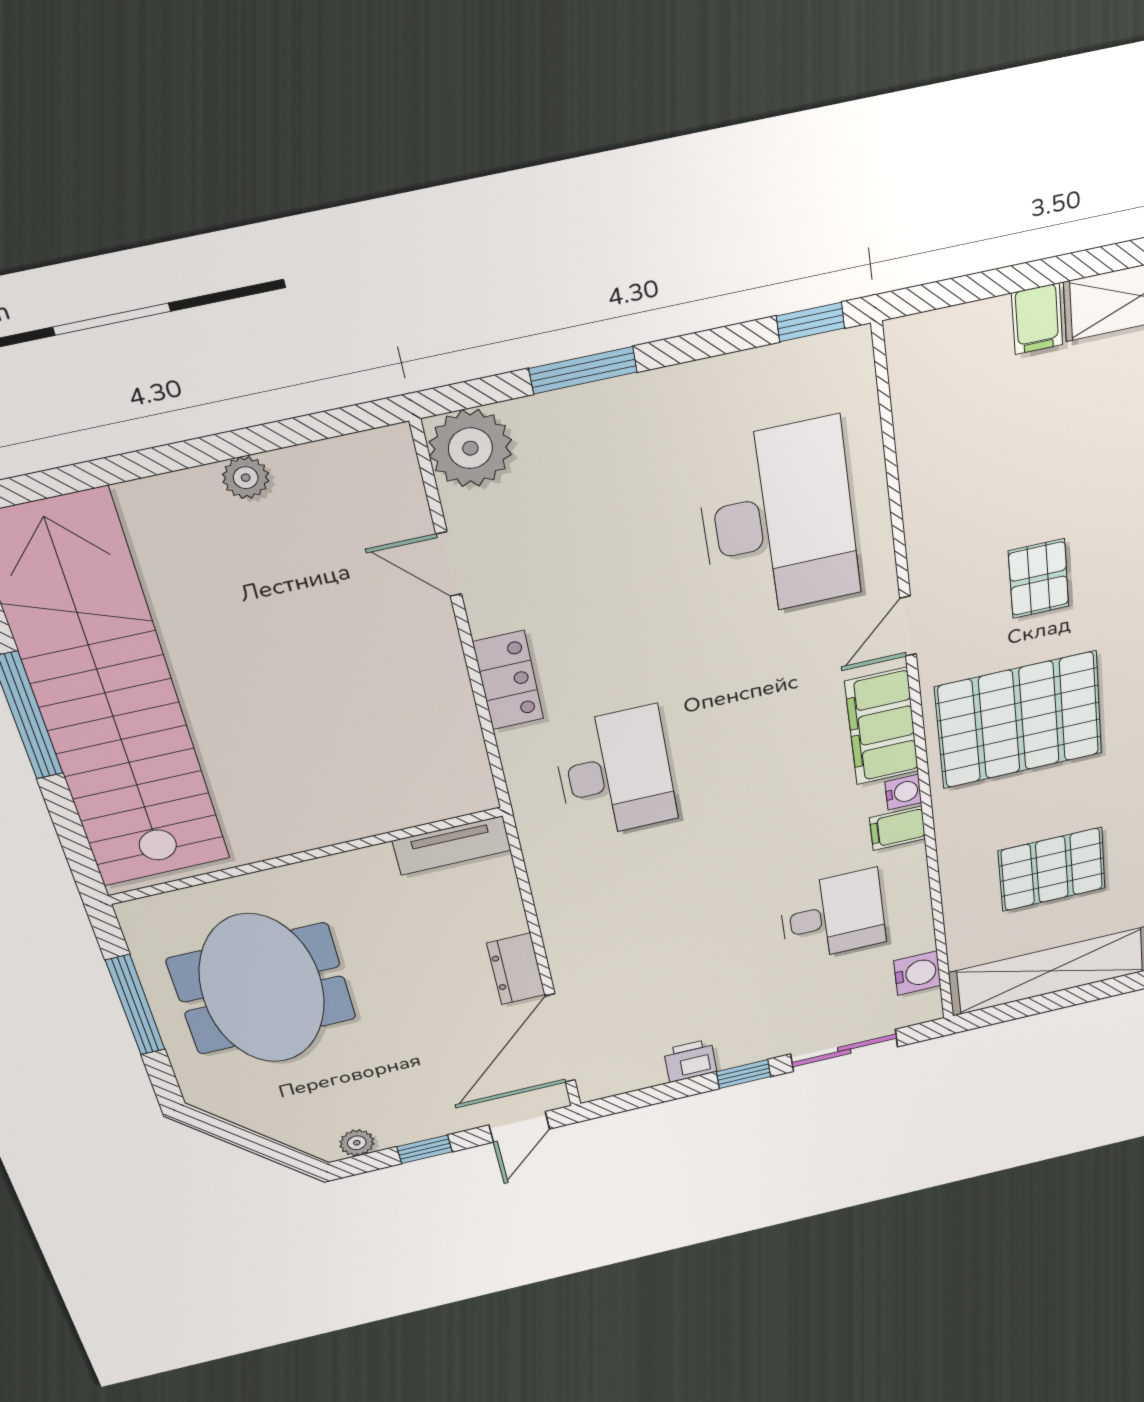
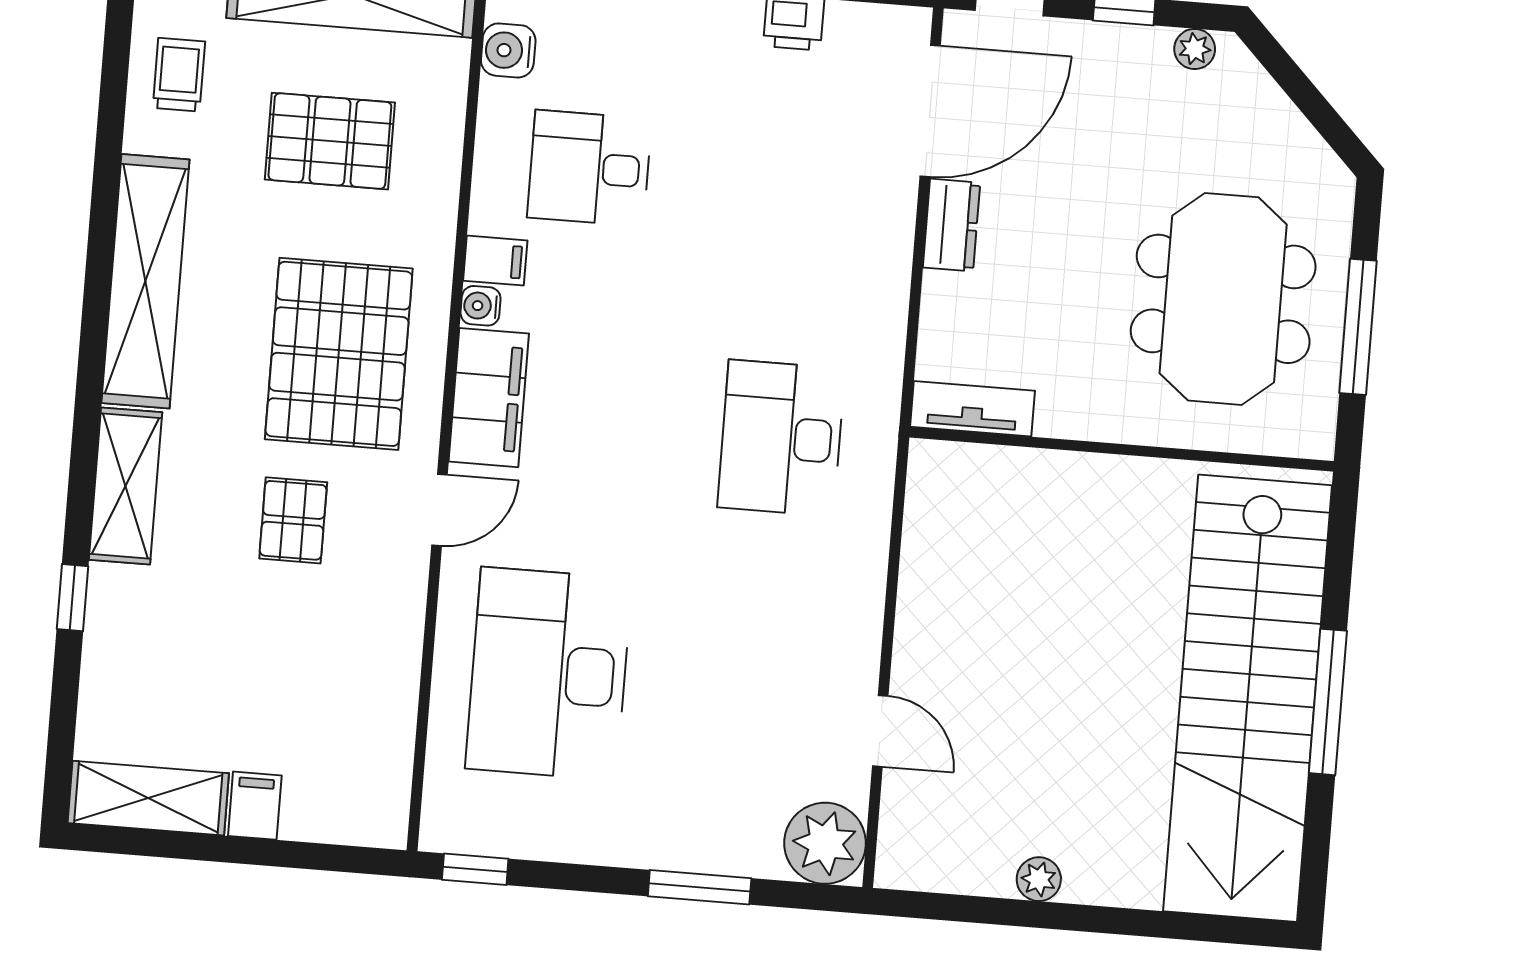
locker: (508, 680) -> (860, 584), removed
pallet: (1019, 720) -> (339, 354), turned 90

